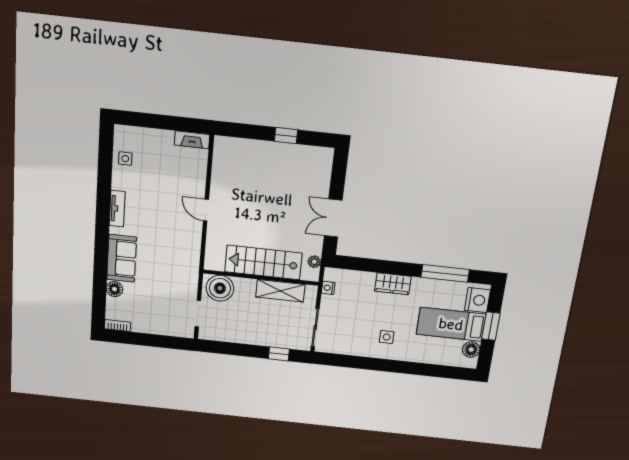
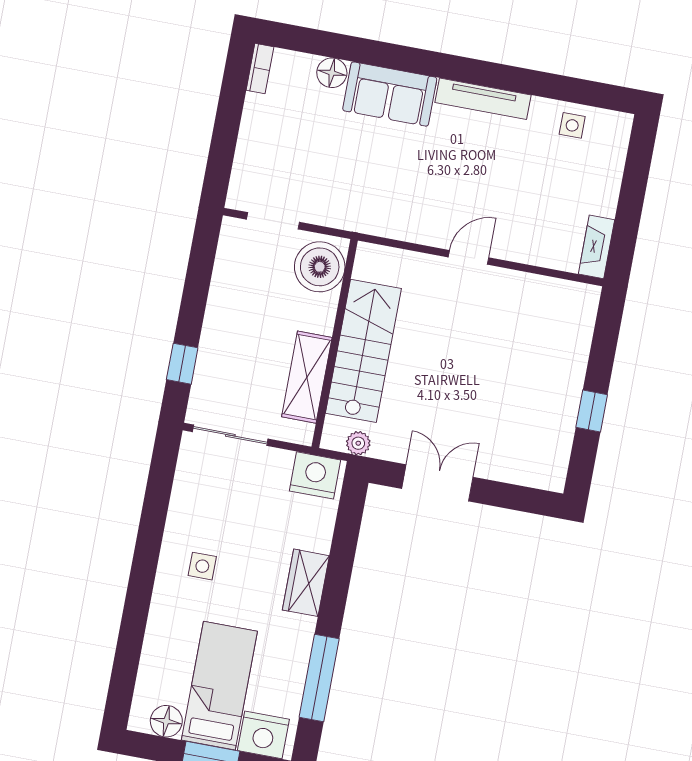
tv unit: (117, 209) -> (483, 99), width x1.41
nightstand: (328, 288) -> (315, 475), width x1.89, depth x1.79

